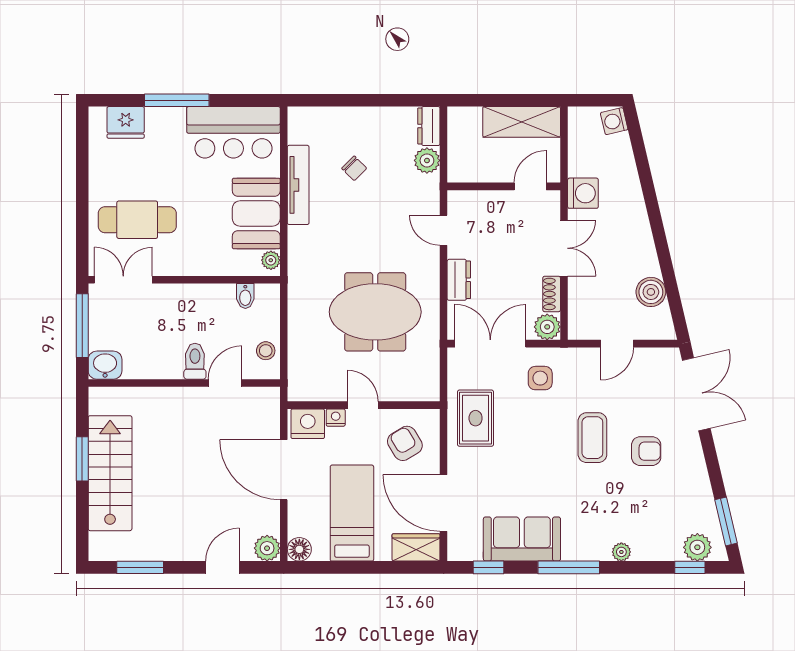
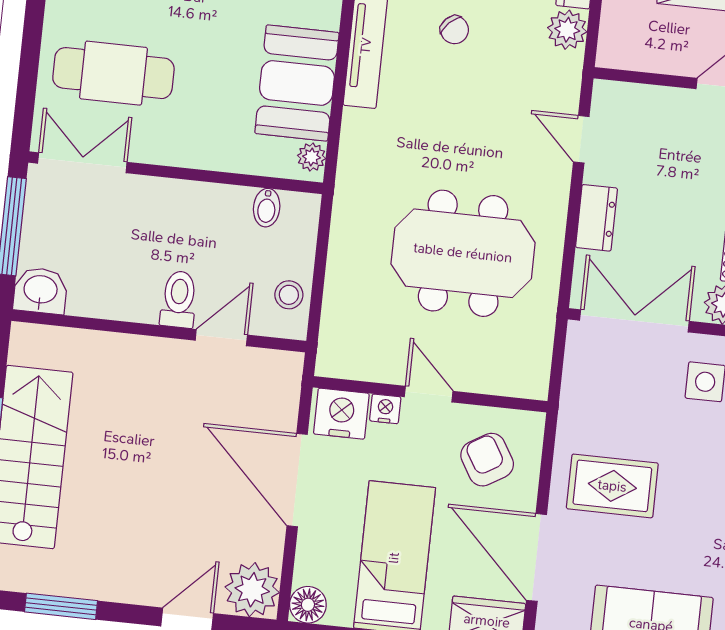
rug: (476, 418) -> (612, 486), moved, turned 90
plant: (267, 548) -> (252, 590), width x1.36, depth x1.36

